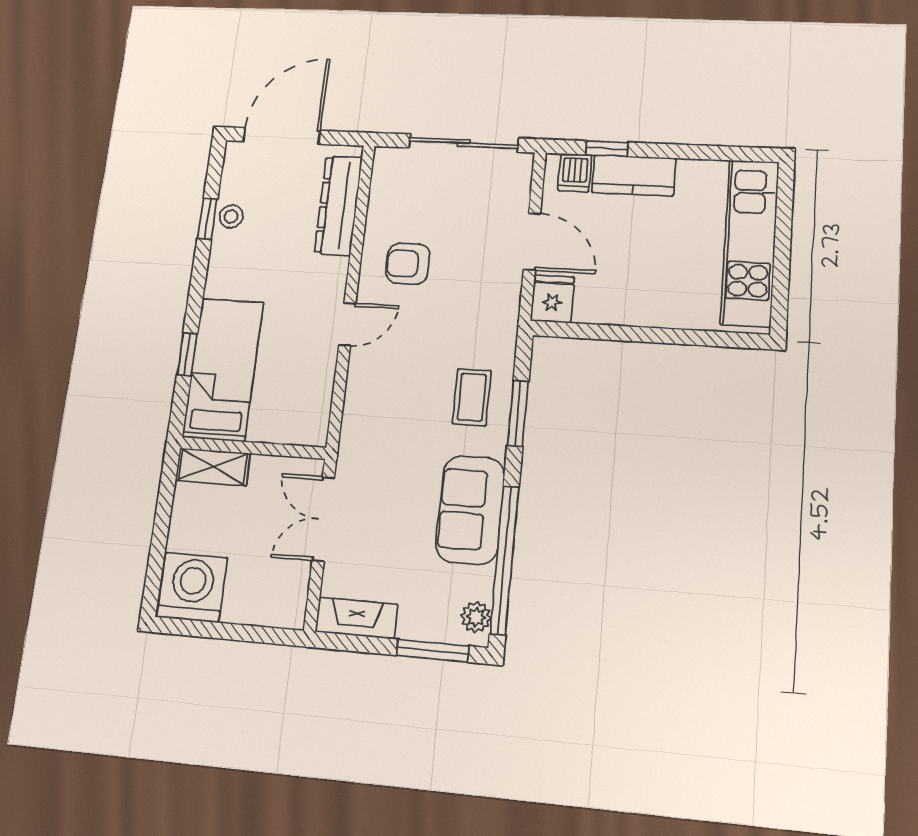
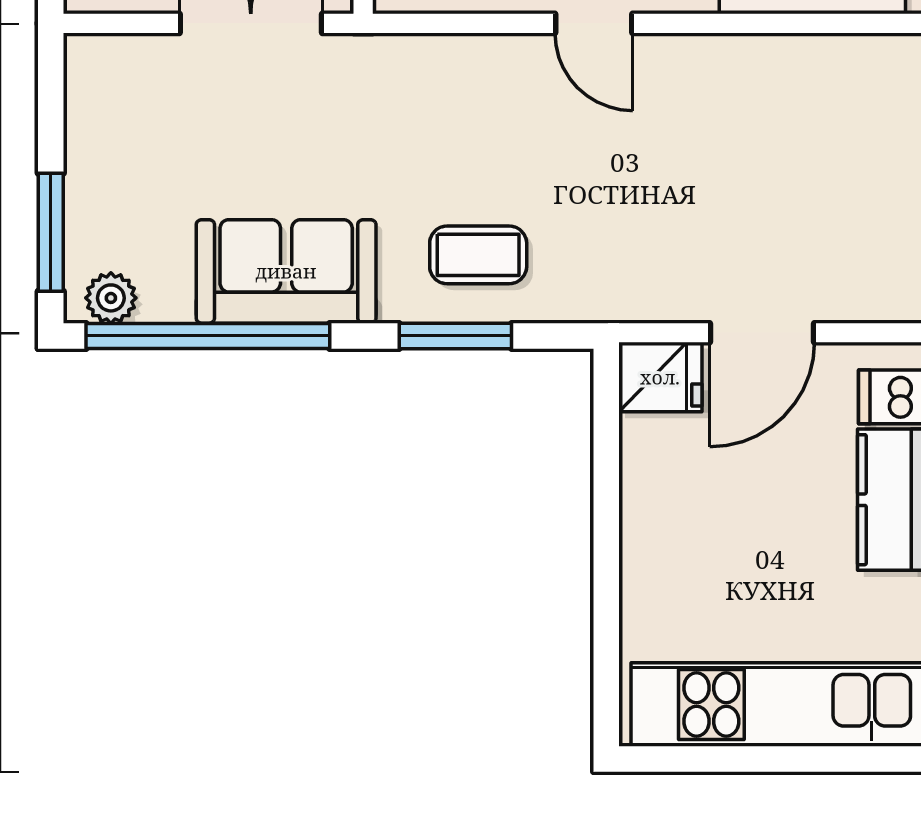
armchair: (408, 264) -> (710, 118), removed
fireplace: (356, 618) -> (92, 100), removed

